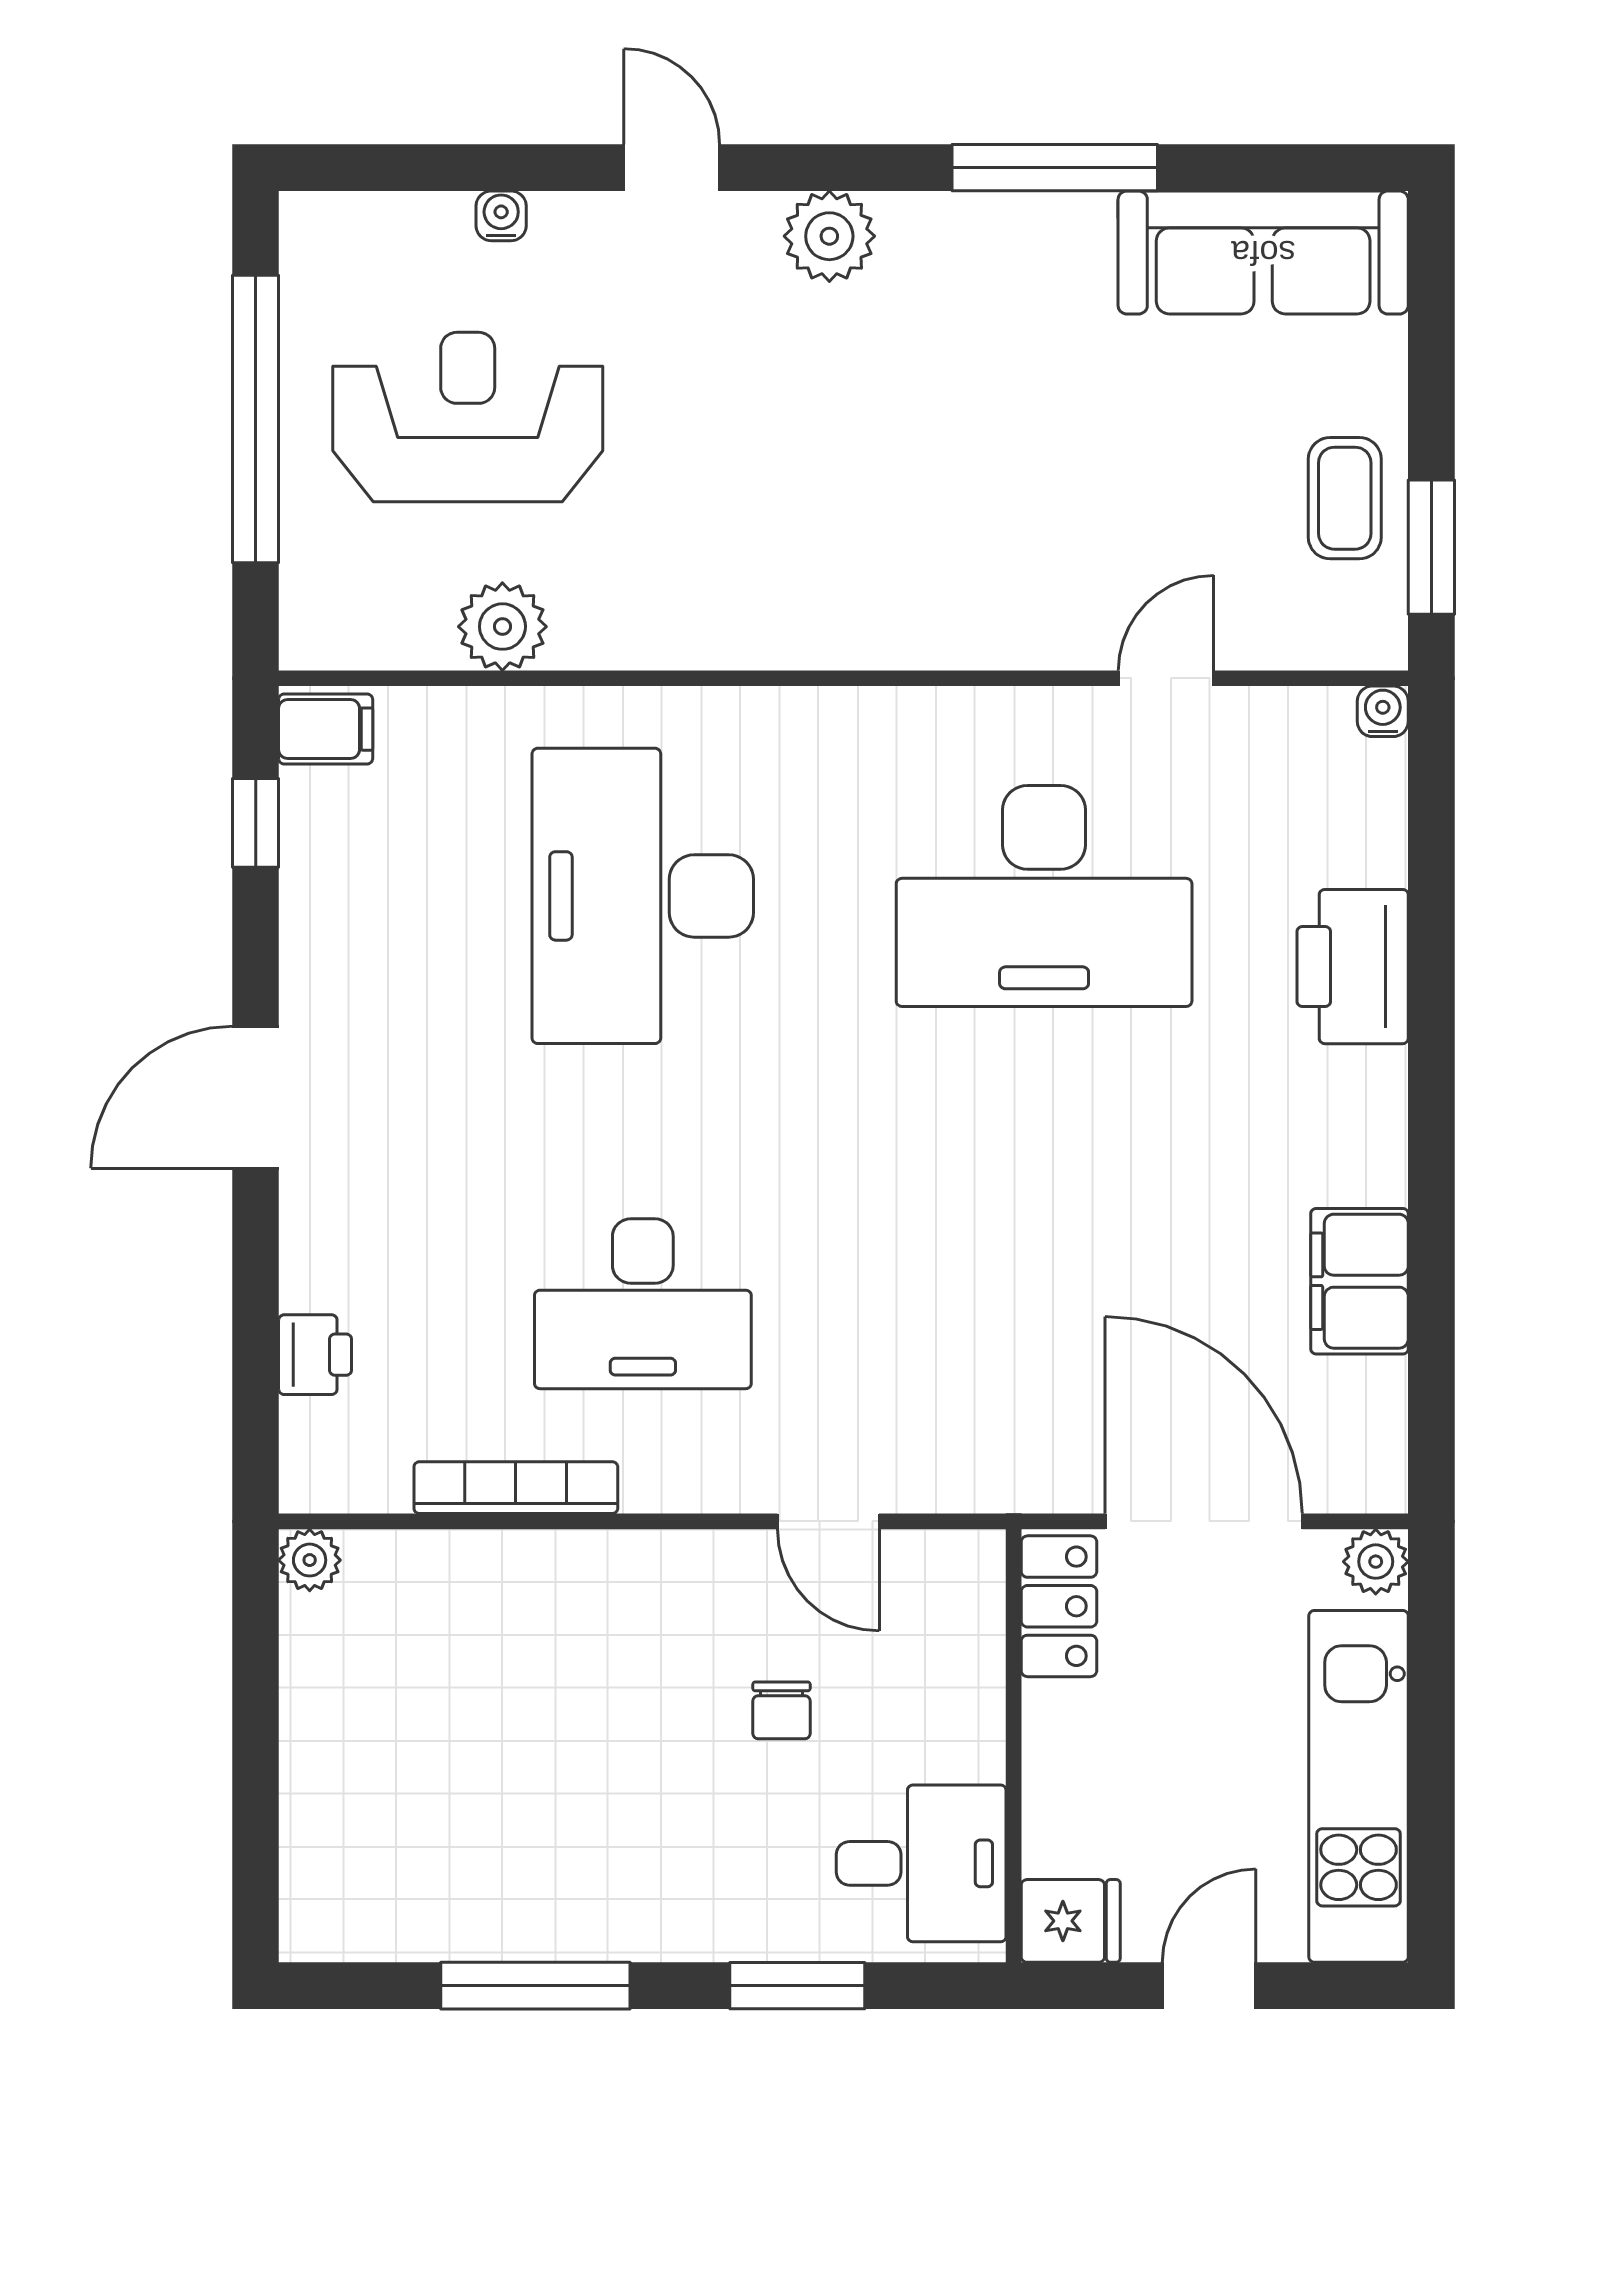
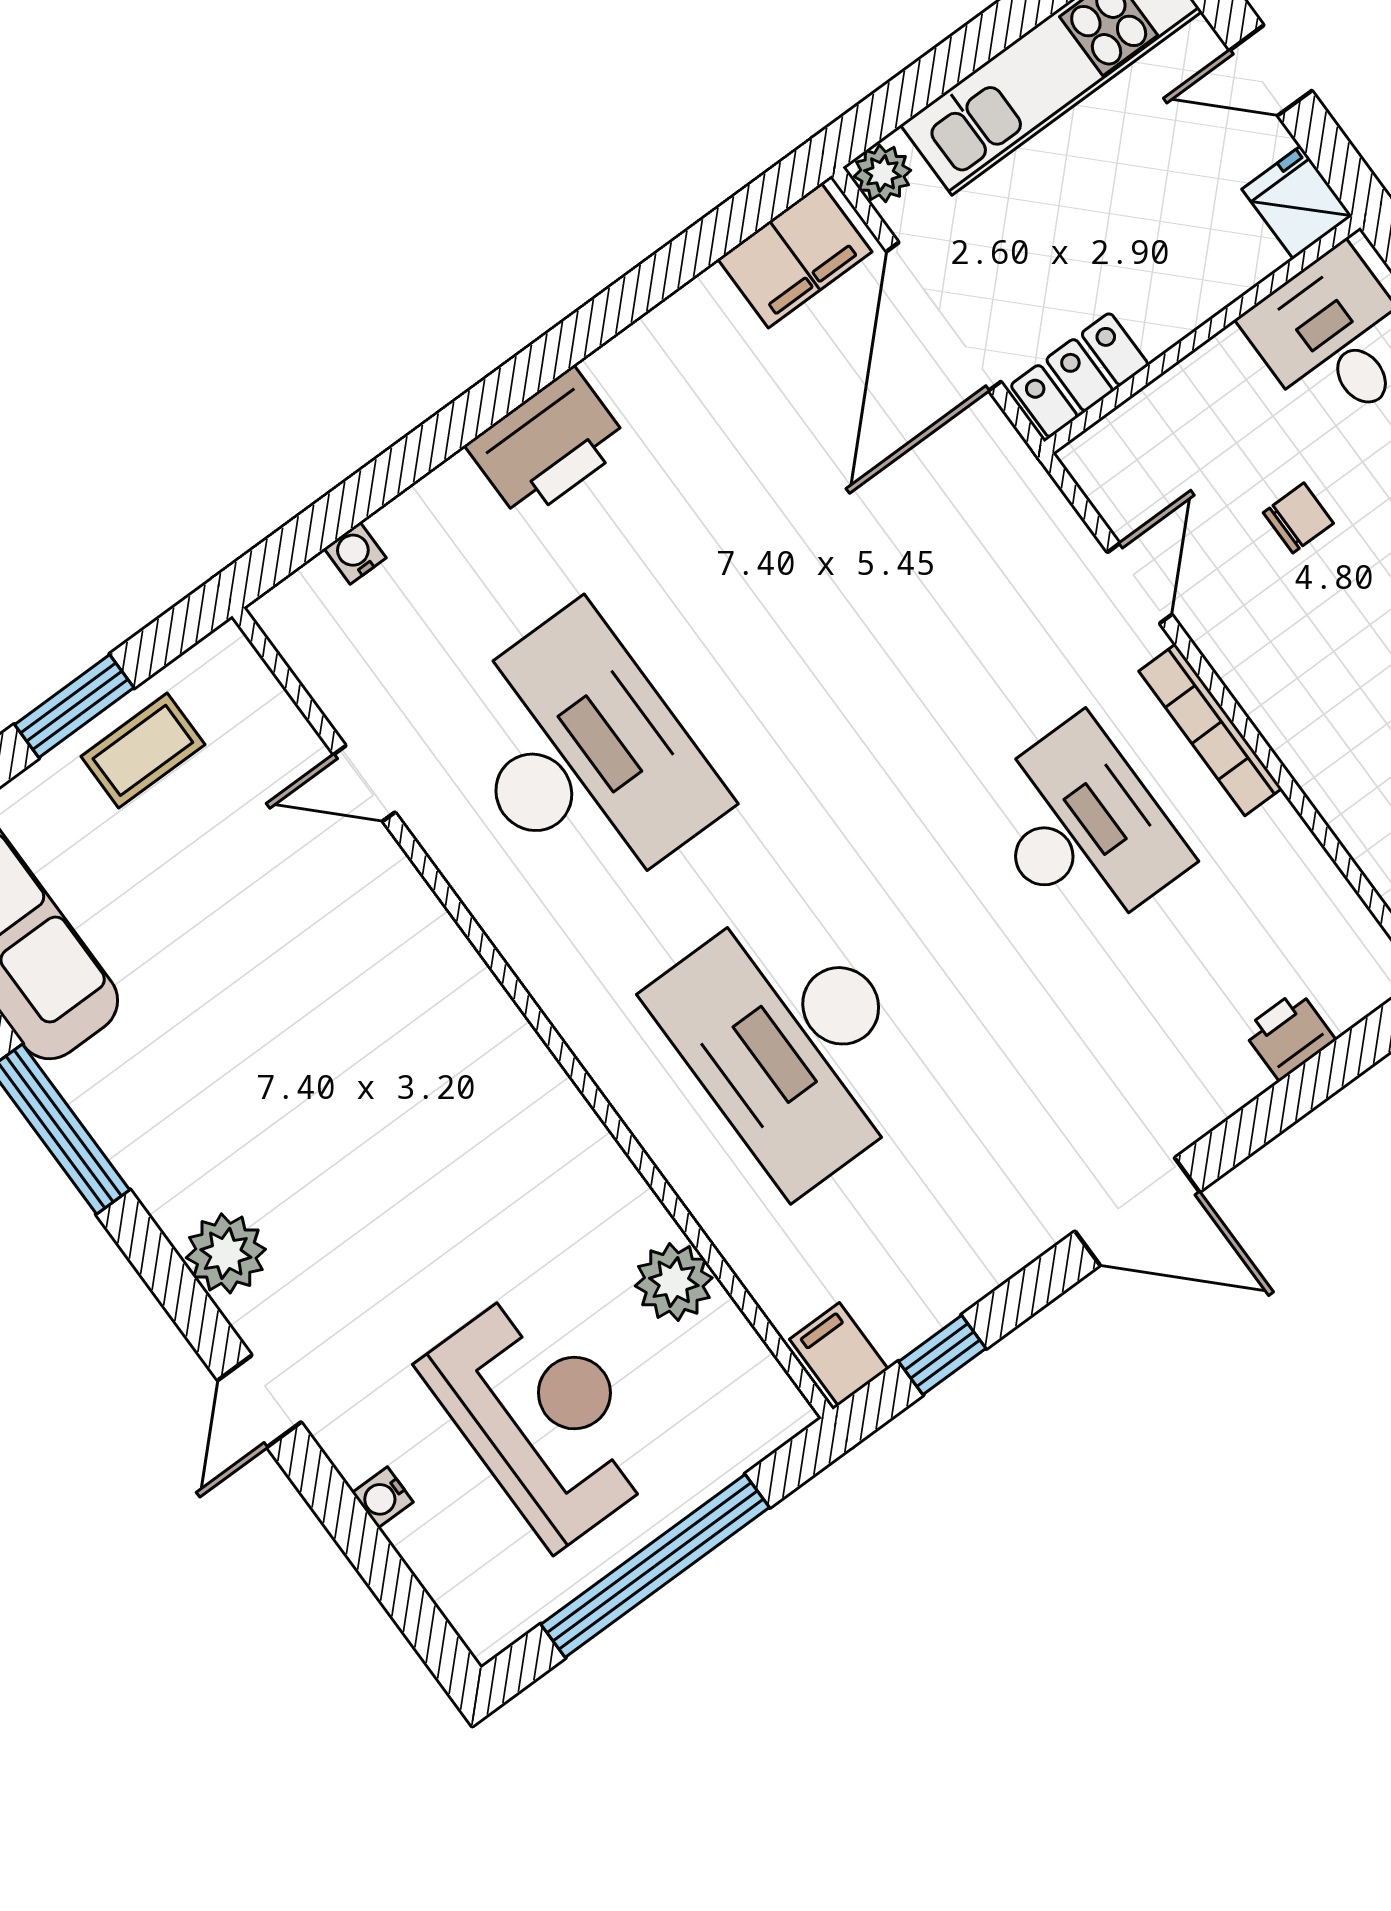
reception desk: (468, 417) -> (543, 1416), turned 180
window: (1431, 547) -> (74, 706), moved
water cooler: (1383, 711) -> (355, 553), moved, turned 90
desk: (643, 896) -> (792, 1042), turned 90
printer: (1353, 967) -> (548, 444), moved
filing cabinet: (1360, 1281) -> (795, 255), moved
bookcase: (516, 1488) -> (1210, 730), moved

